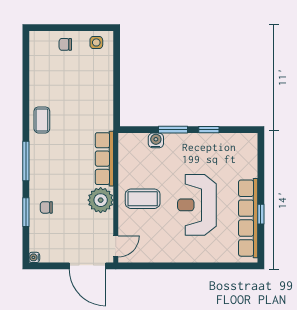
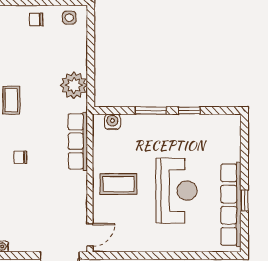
water cooler: (156, 140) -> (112, 122), moved
plant: (101, 200) -> (74, 85), moved
reception desk: (197, 205) -> (176, 191), turned 180
chair: (46, 207) -> (20, 157), moved

